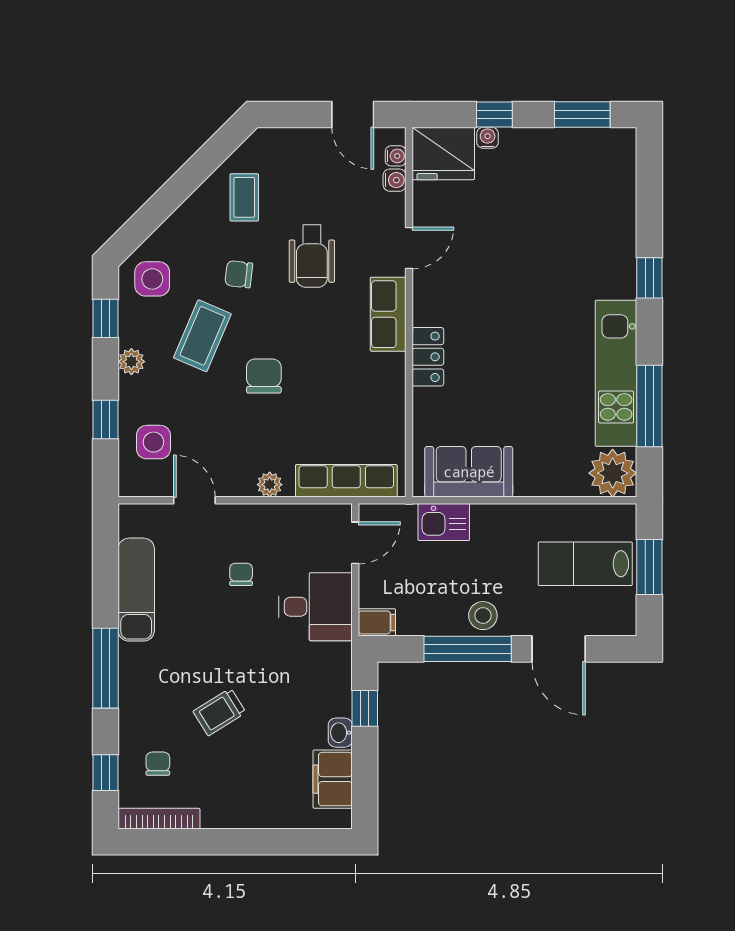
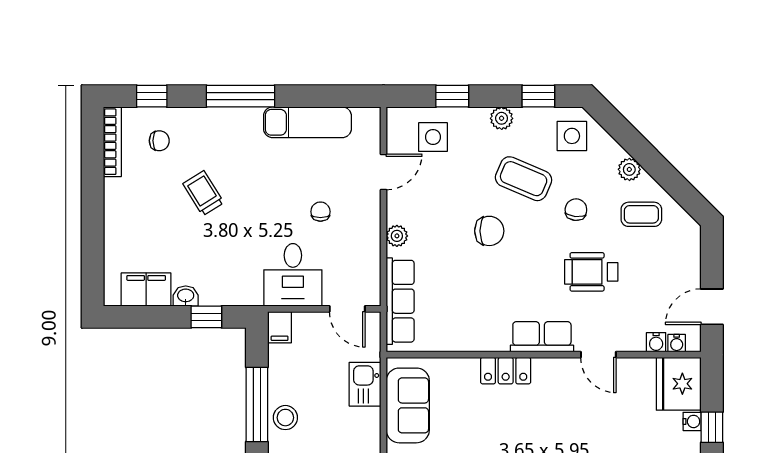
plant: (192, 212) -> (629, 169), added
chair: (241, 574) -> (320, 212), turned -90

